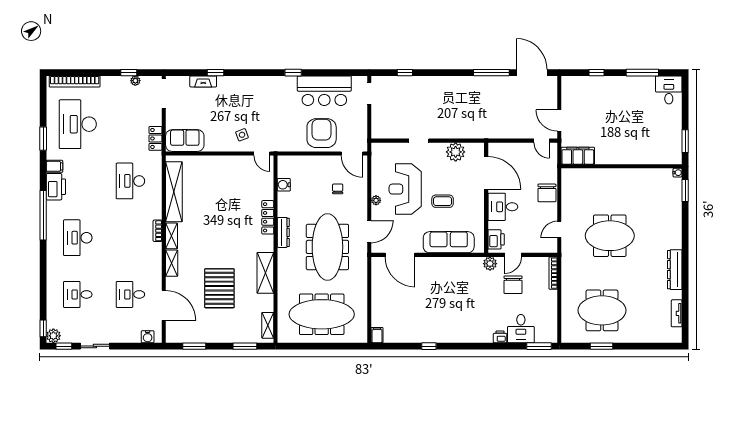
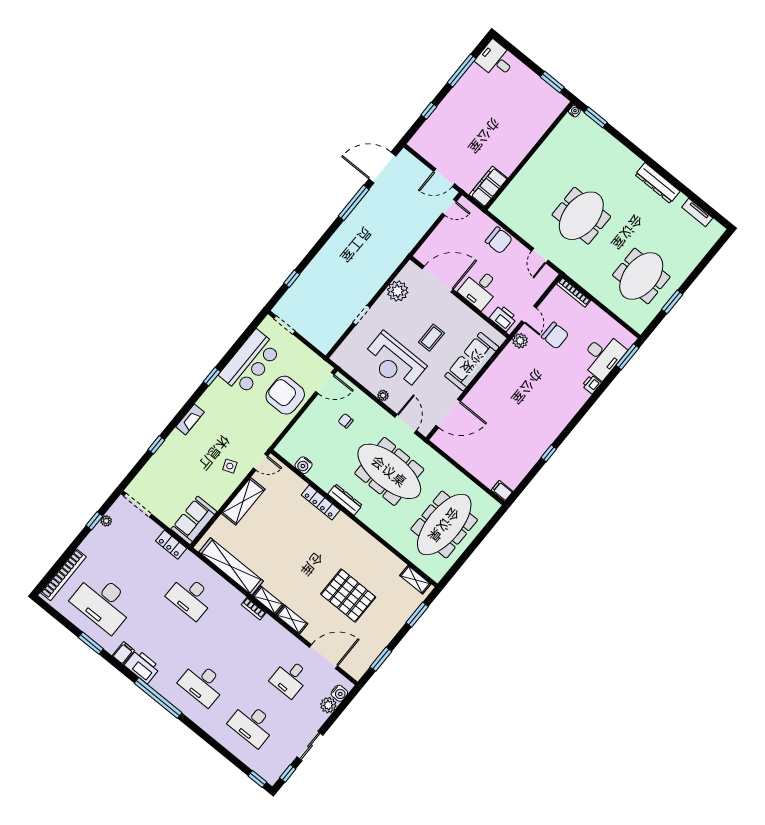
fireplace: (203, 81) -> (190, 419), moved
shelving: (265, 273) -> (243, 501), moved, turned 90
desk: (78, 294) -> (252, 724), width x1.37
desk: (521, 329) -> (603, 356), width x1.37
plant: (53, 336) -> (328, 705), moved

